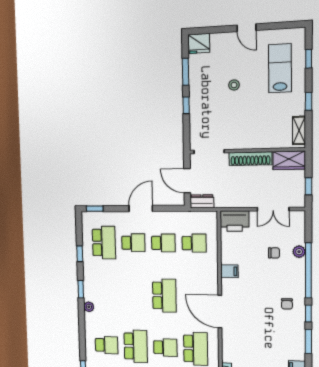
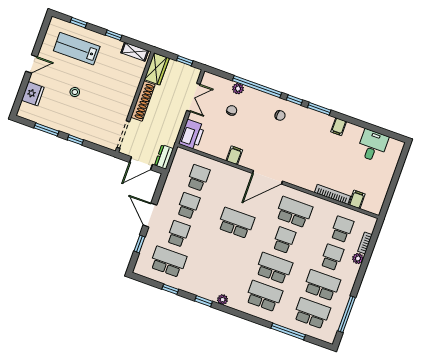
fridge: (199, 43) -> (33, 94), moved
window: (95, 209) -> (139, 244), moved
school desk: (107, 345) -> (264, 296), width x1.85

